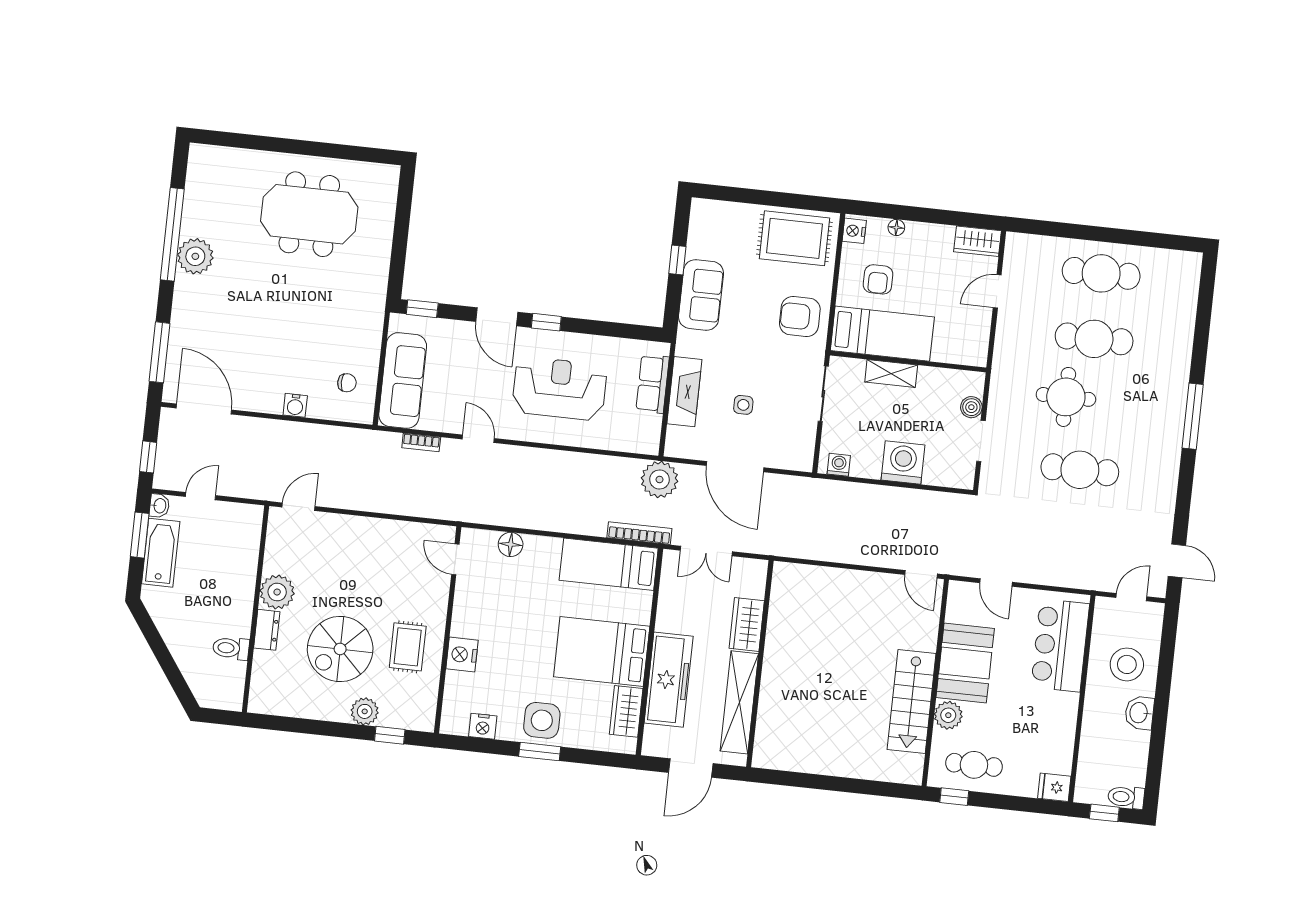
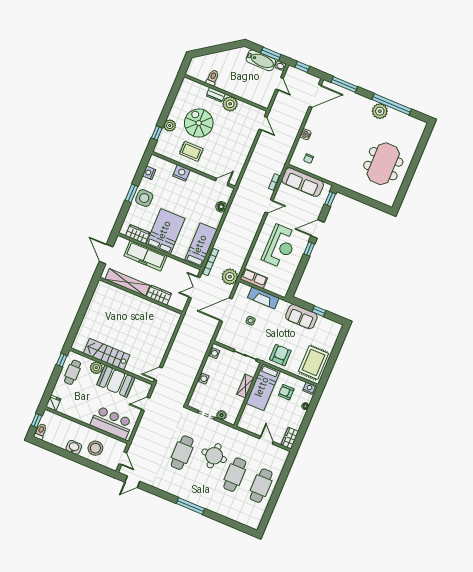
row of seats: (653, 384) -> (254, 279), moved
washing machine: (903, 463) -> (203, 378), width x0.53, depth x0.53

